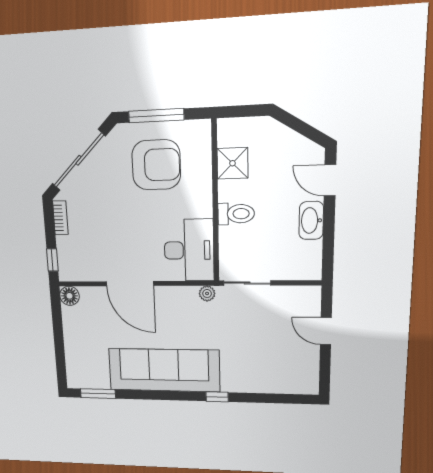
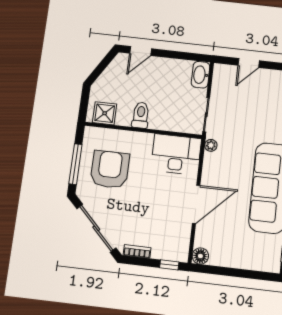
shower: (232, 163) -> (105, 113), moved
toilet: (236, 214) -> (141, 115), moved
washbasin: (311, 220) -> (201, 75), moved, turned 90

